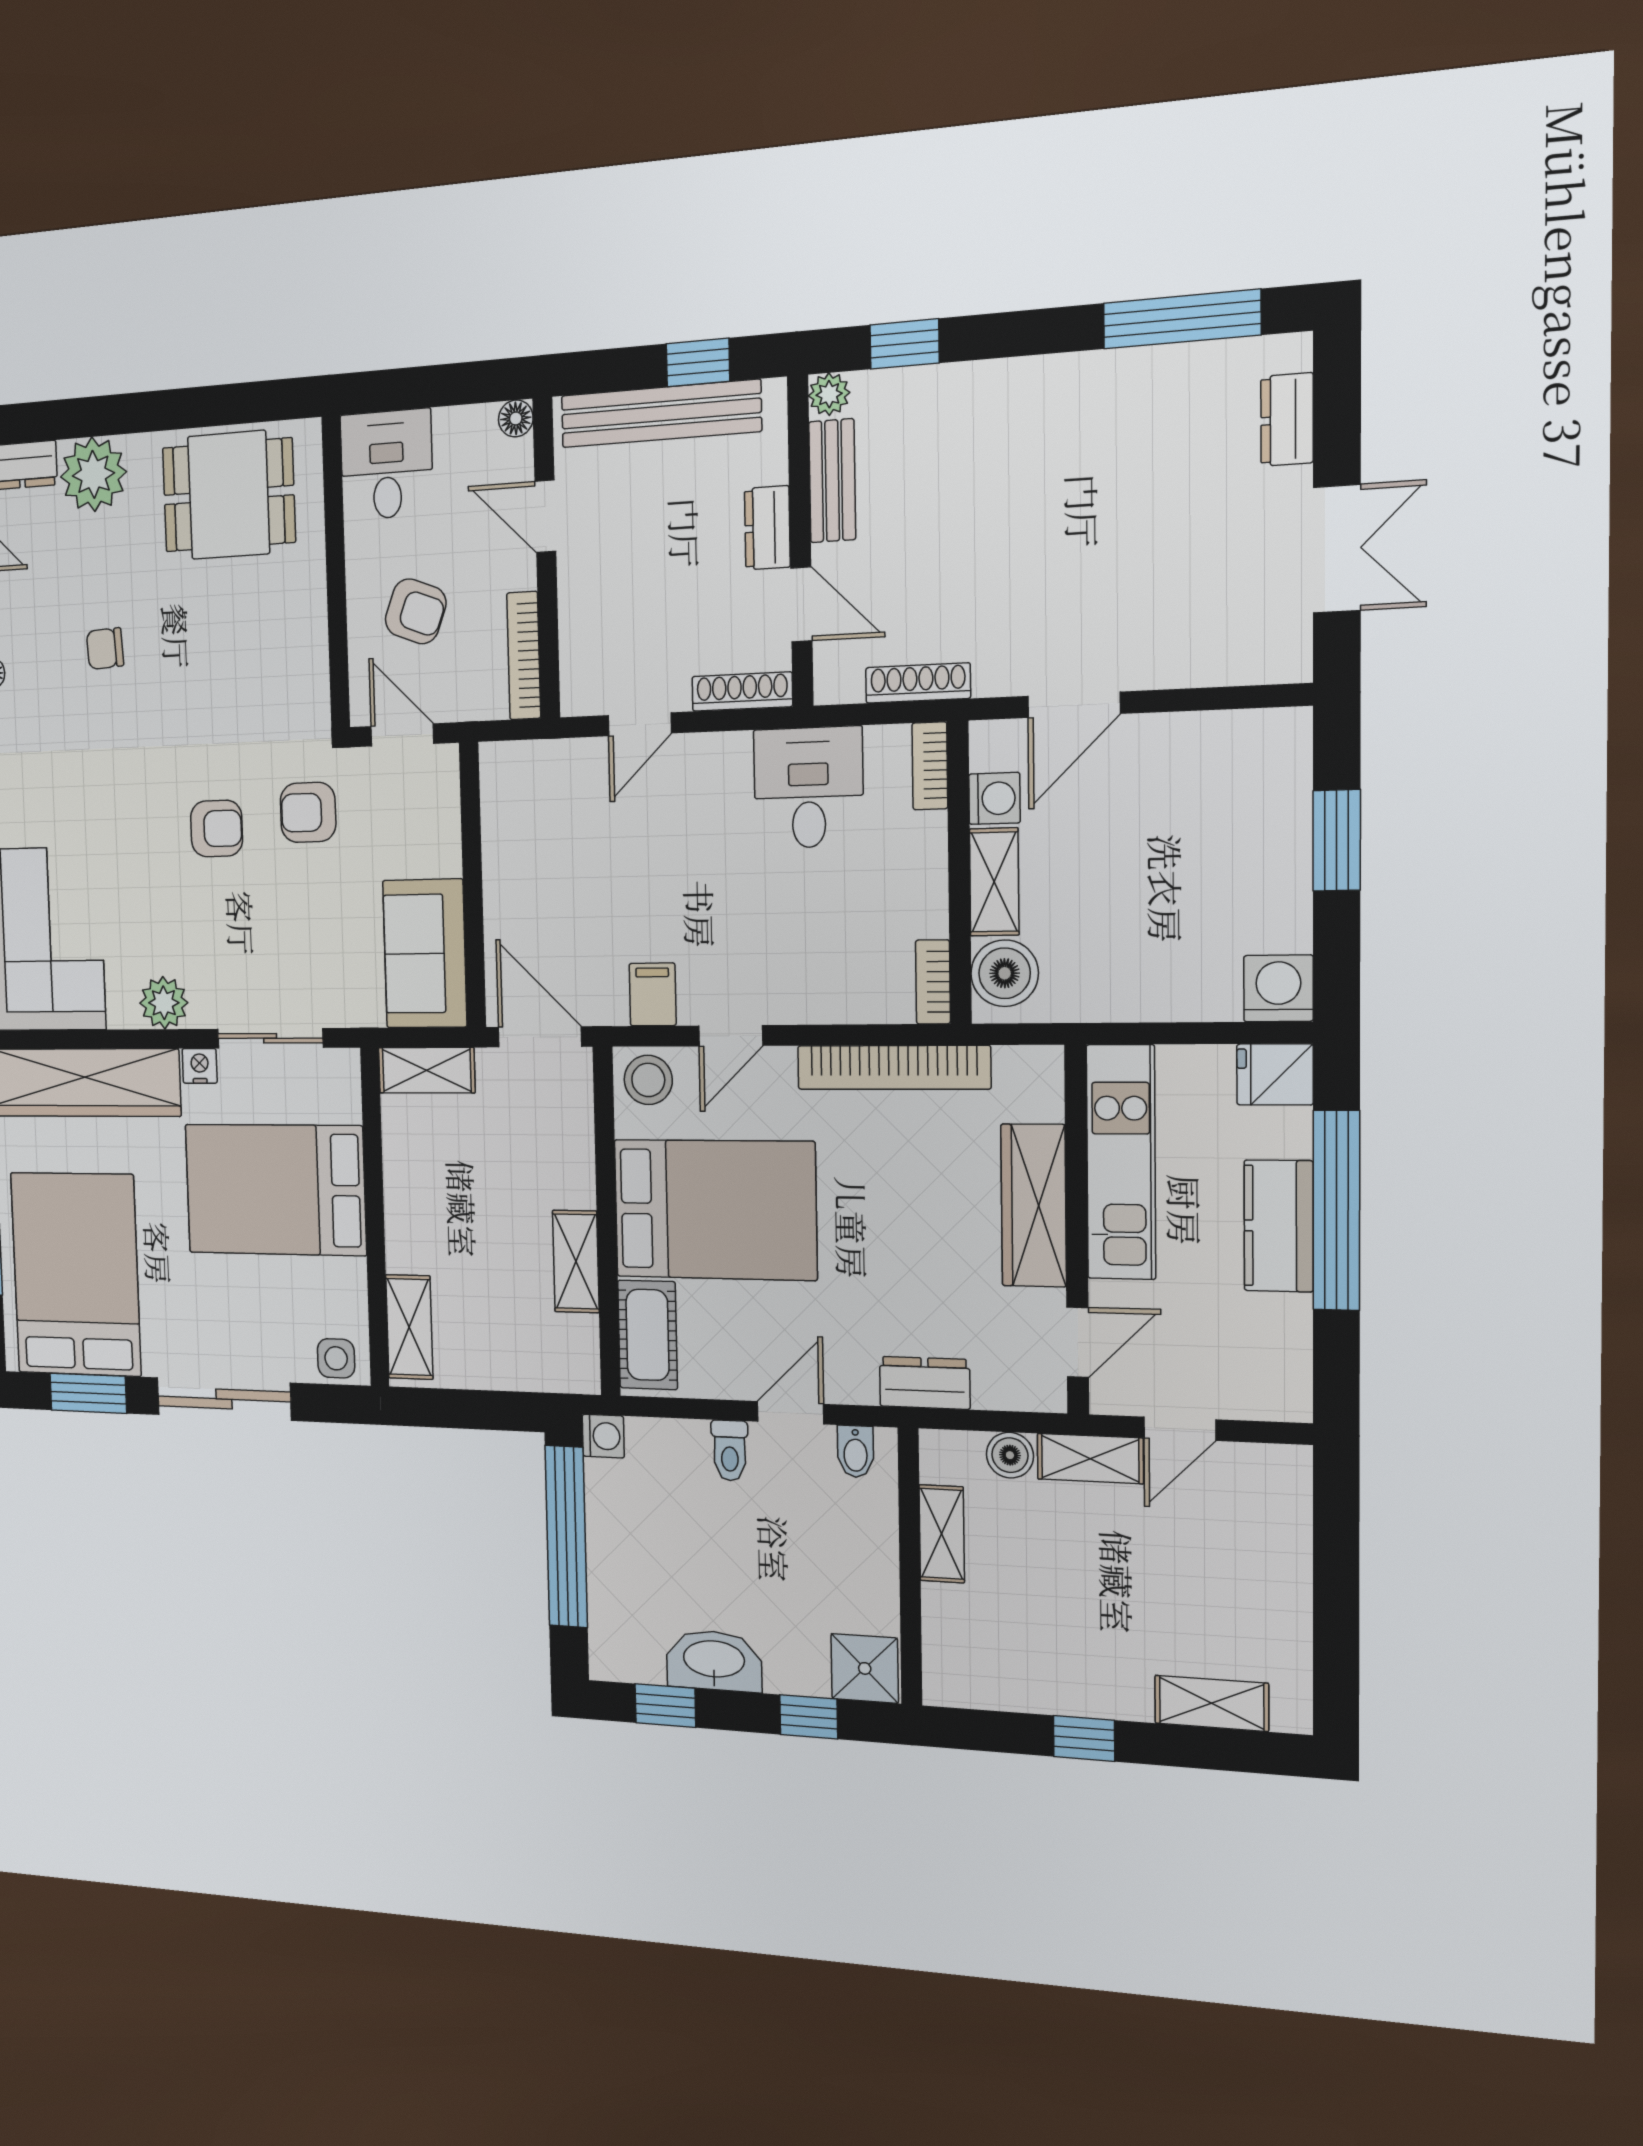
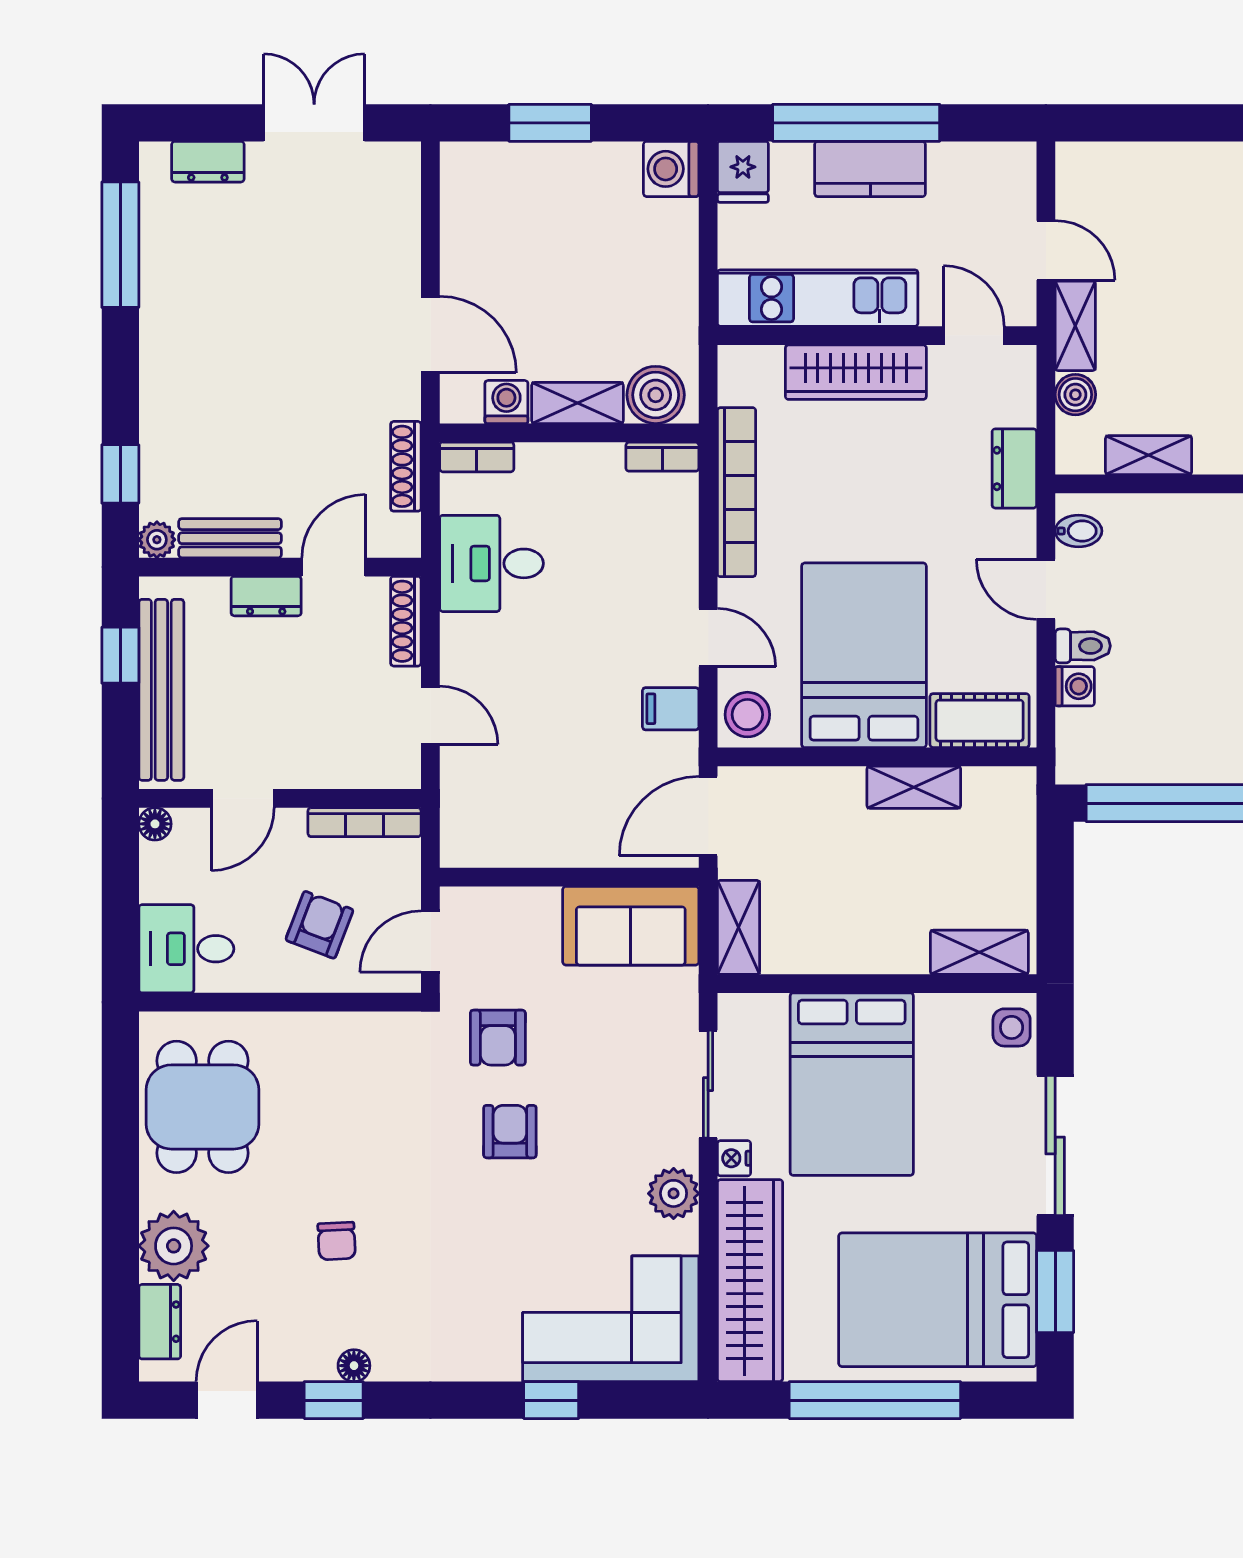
washing machine: (603, 1436) -> (1075, 686), moved, turned 90

